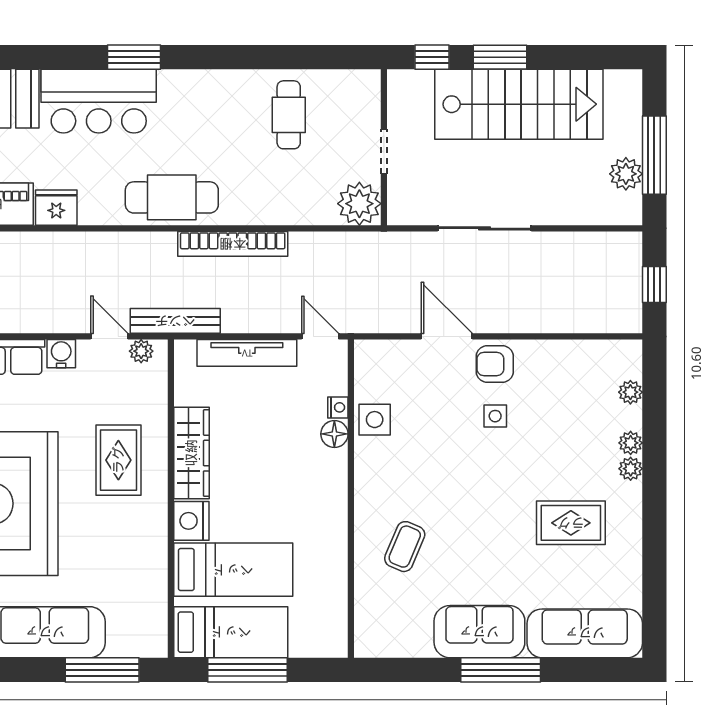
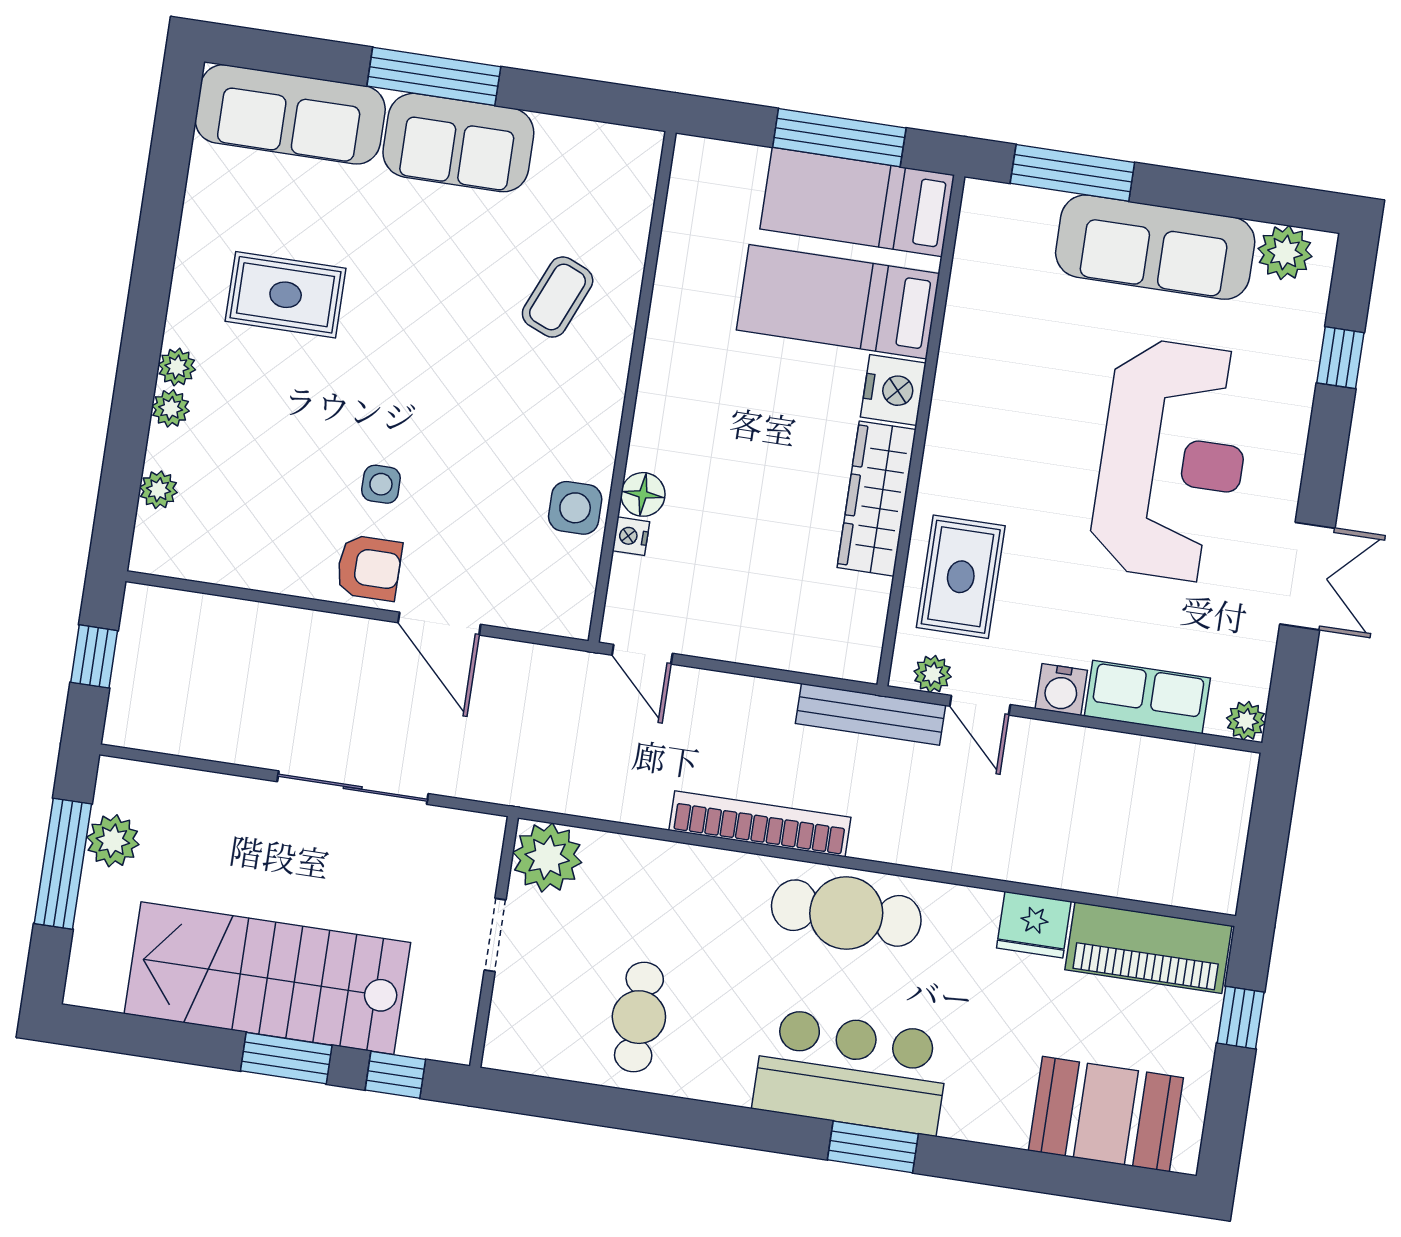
bar counter: (99, 101) -> (851, 1072), moved
tv unit: (247, 353) -> (764, 646), removed
rug: (118, 460) -> (961, 577), moved

